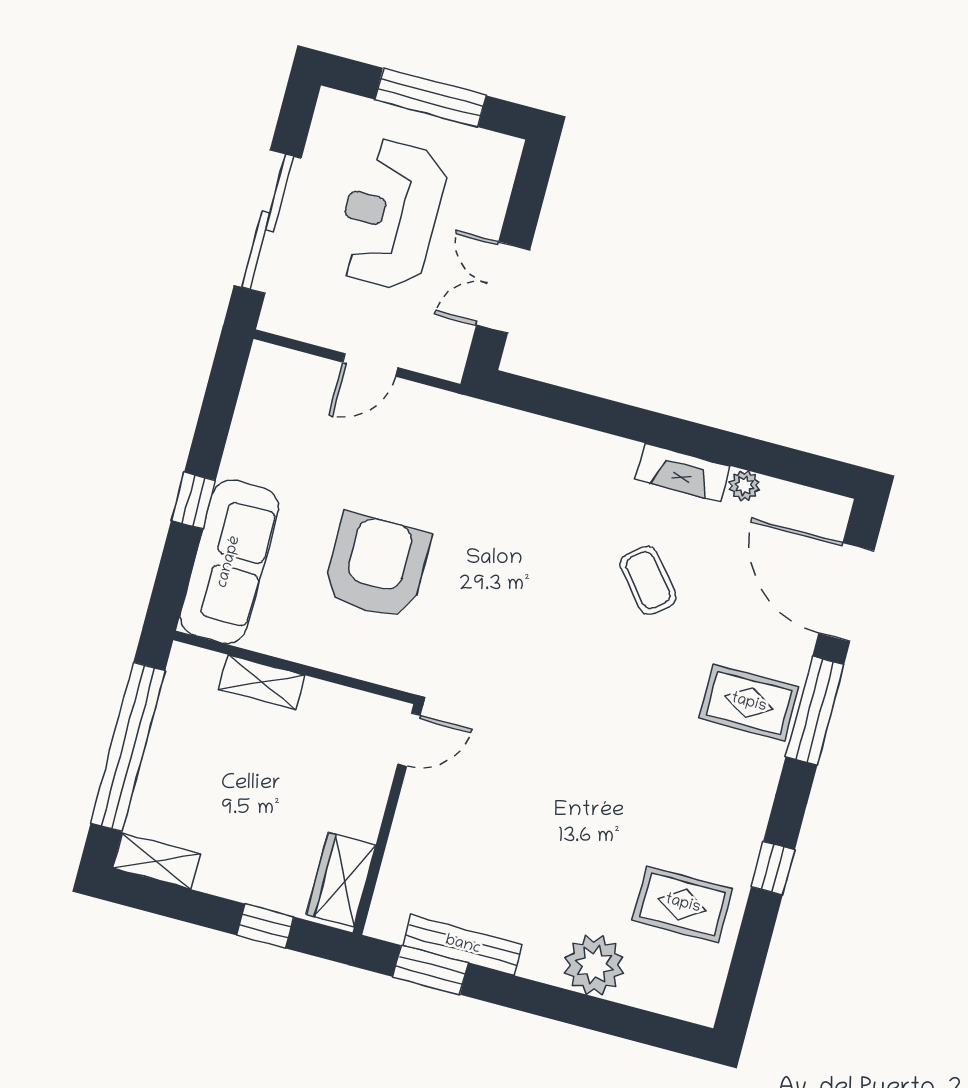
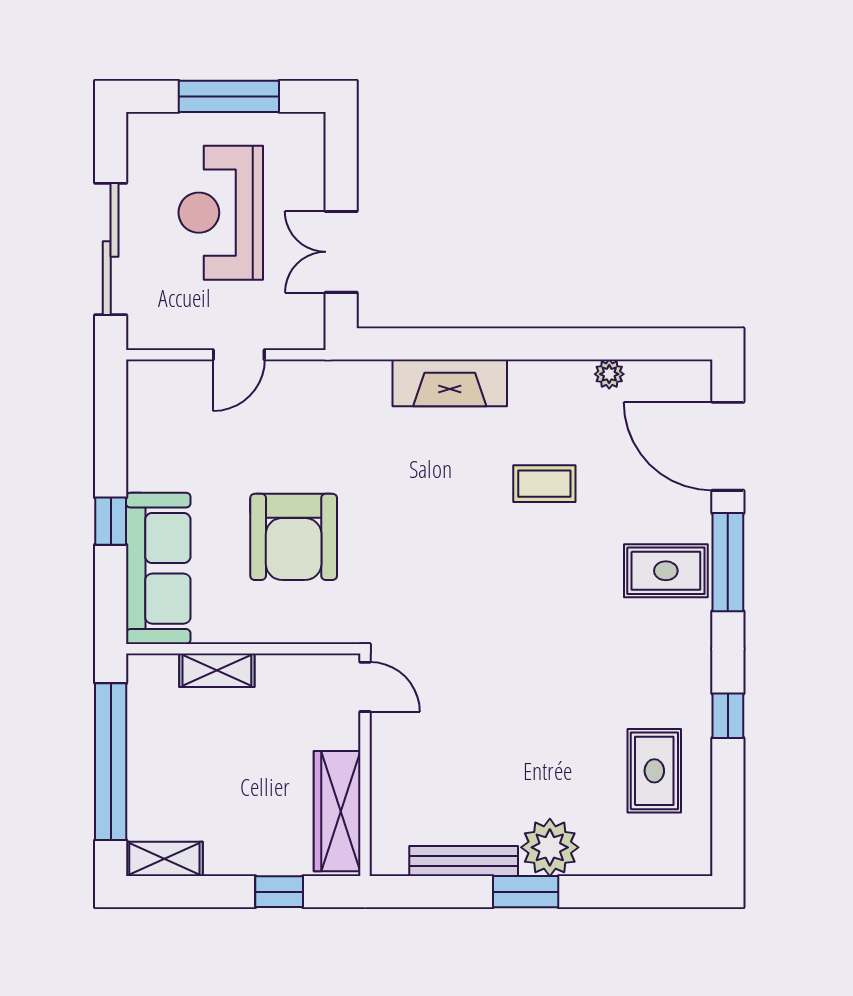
fireplace: (683, 473) -> (450, 383), moved, width x1.37, depth x1.32
armchair: (377, 566) -> (294, 537), turned 180
coffee table: (648, 580) -> (544, 484), turned -50
door: (409, 740) -> (365, 687), hinge flipped
wardrobe: (341, 880) -> (337, 811), width x1.50
rug: (683, 904) -> (654, 771), turned 90
plant: (594, 965) -> (550, 847), moved
window: (430, 970) -> (526, 892), moved

